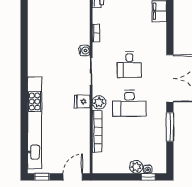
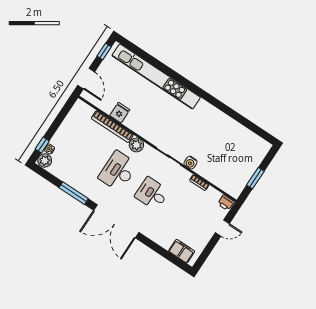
fridge: (82, 102) -> (120, 113), moved
plant: (136, 167) -> (45, 160), moved

